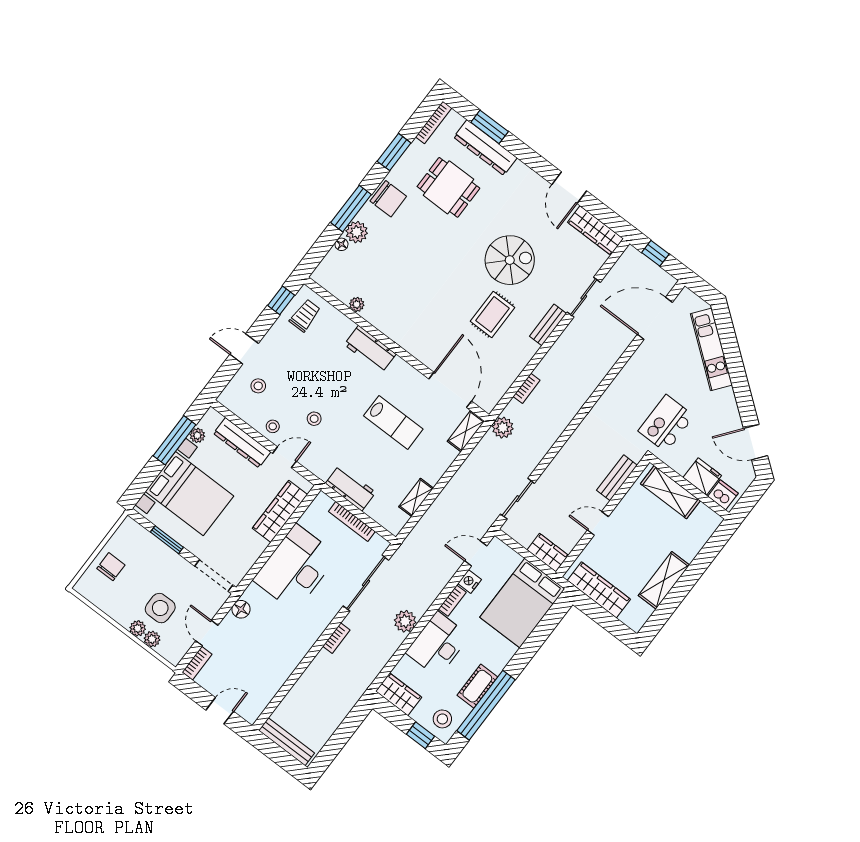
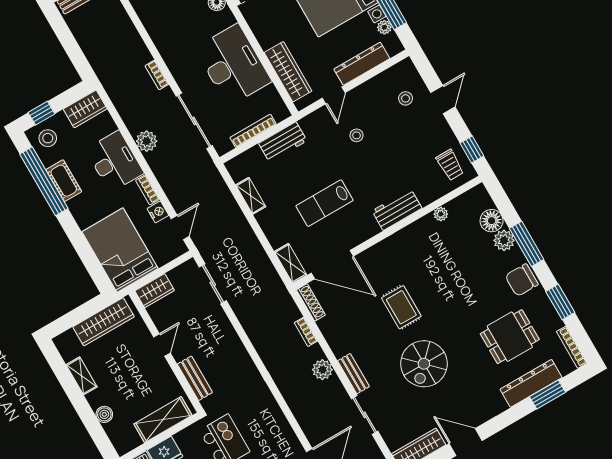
floor lamp: (341, 244) -> (492, 221), width x1.89, depth x1.89
rug: (492, 314) -> (401, 307), moved
shoe rack: (496, 395) -> (311, 302), added
stool: (273, 426) -> (365, 96), removed
plant: (503, 428) -> (322, 370), moved
boiler: (689, 552) -> (104, 414), added
shelving: (664, 580) -> (82, 376), width x0.67, depth x0.75

